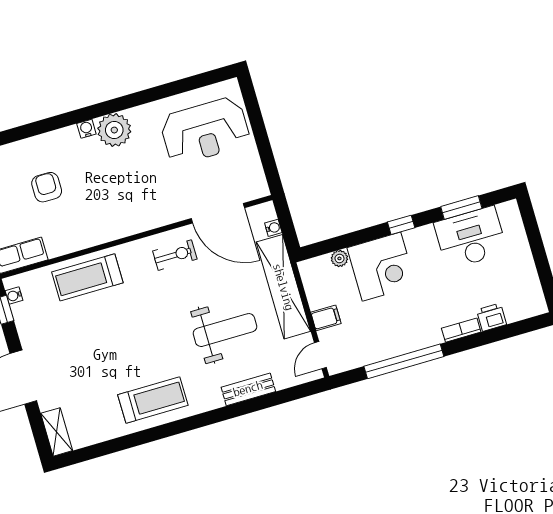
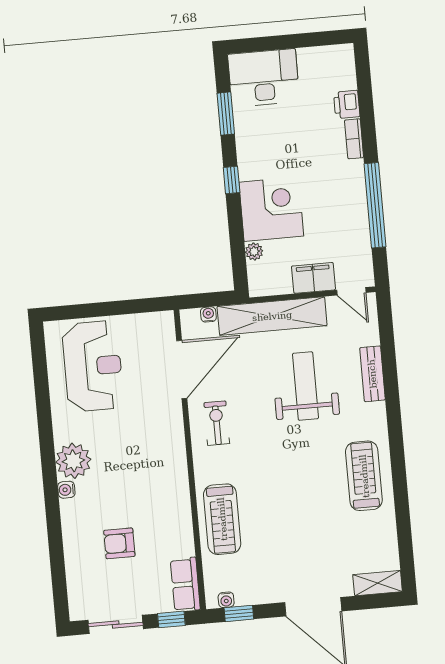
desk: (471, 238) -> (264, 78), moved, turned 90
filing cabinet: (326, 318) -> (313, 278), width x2.00

